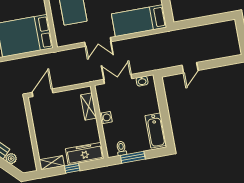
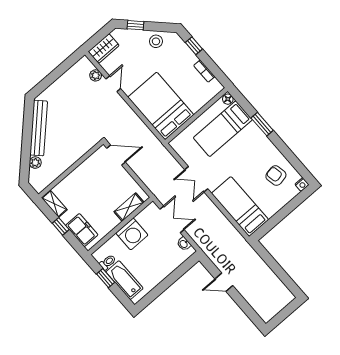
washing machine: (106, 118) -> (132, 234), width x1.89, depth x1.89
bathtub: (156, 130) -> (125, 280), moved, turned 90
freezer: (85, 154) -> (82, 230), width x0.71
window: (133, 157) -> (106, 278), width x0.67

